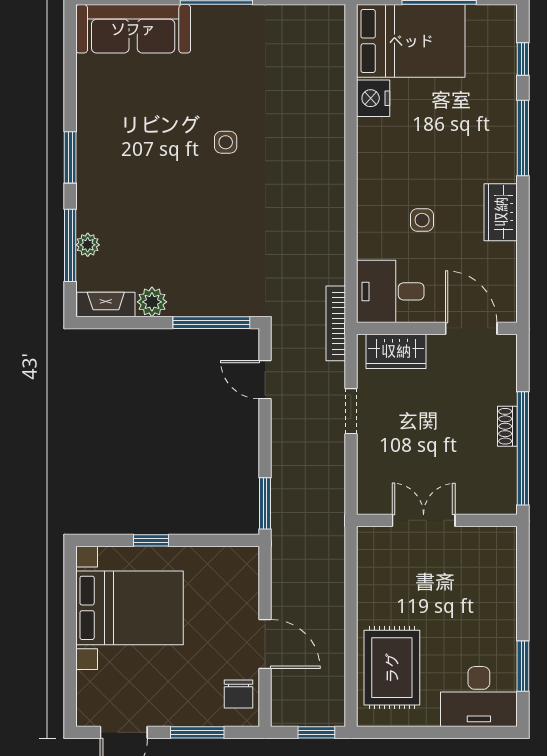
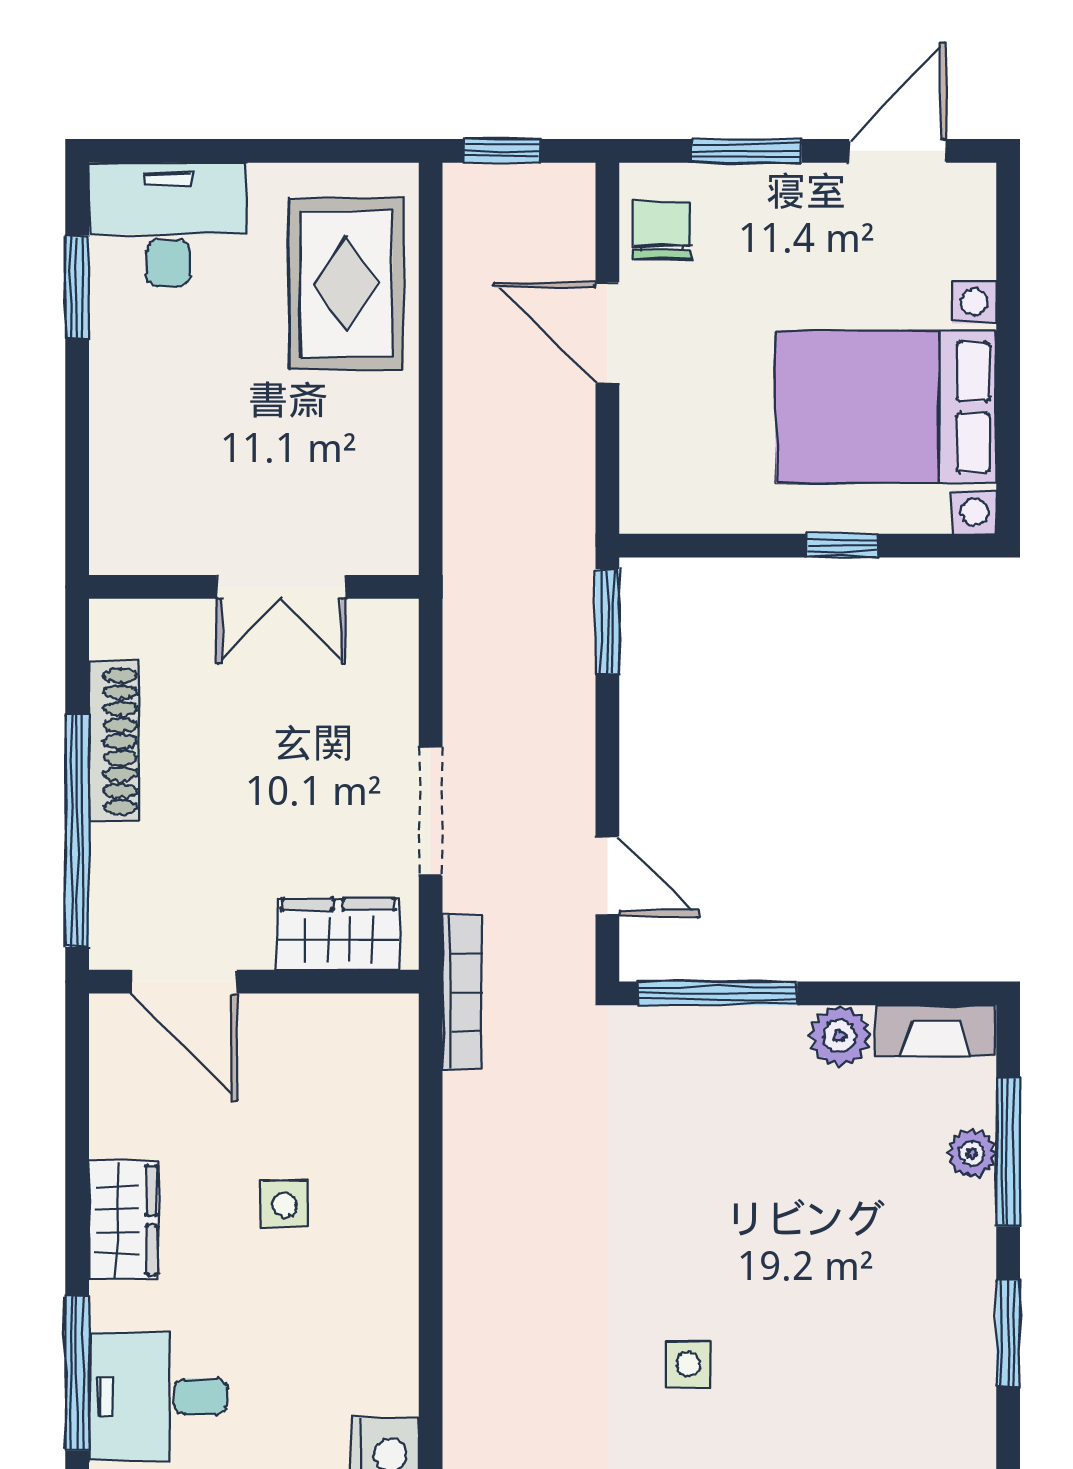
desk: (390, 291) -> (158, 1397), moved, turned 180
doorway: (351, 411) -> (431, 812), width x1.38
shoe rack: (507, 426) -> (114, 741), width x1.94, depth x1.24
window: (523, 448) -> (77, 831), moved

